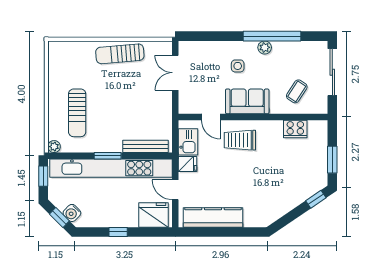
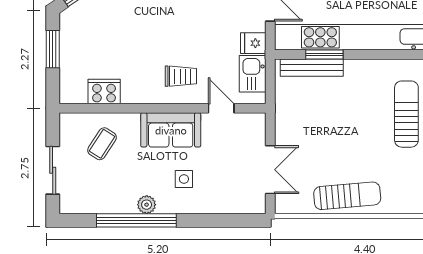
sliding door: (332, 72) -> (53, 170), width x0.73
trolley: (240, 140) -> (181, 76), width x0.73, depth x0.72
window: (108, 156) -> (324, 54), moved

